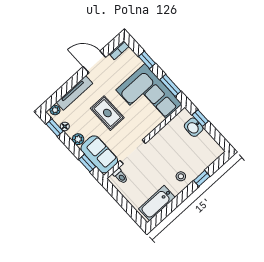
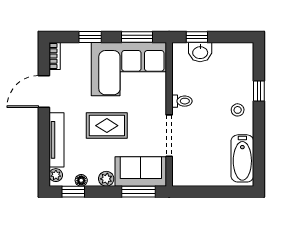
window: (87, 163) -> (138, 192), width x1.50
toilet: (120, 176) -> (182, 101), moved

